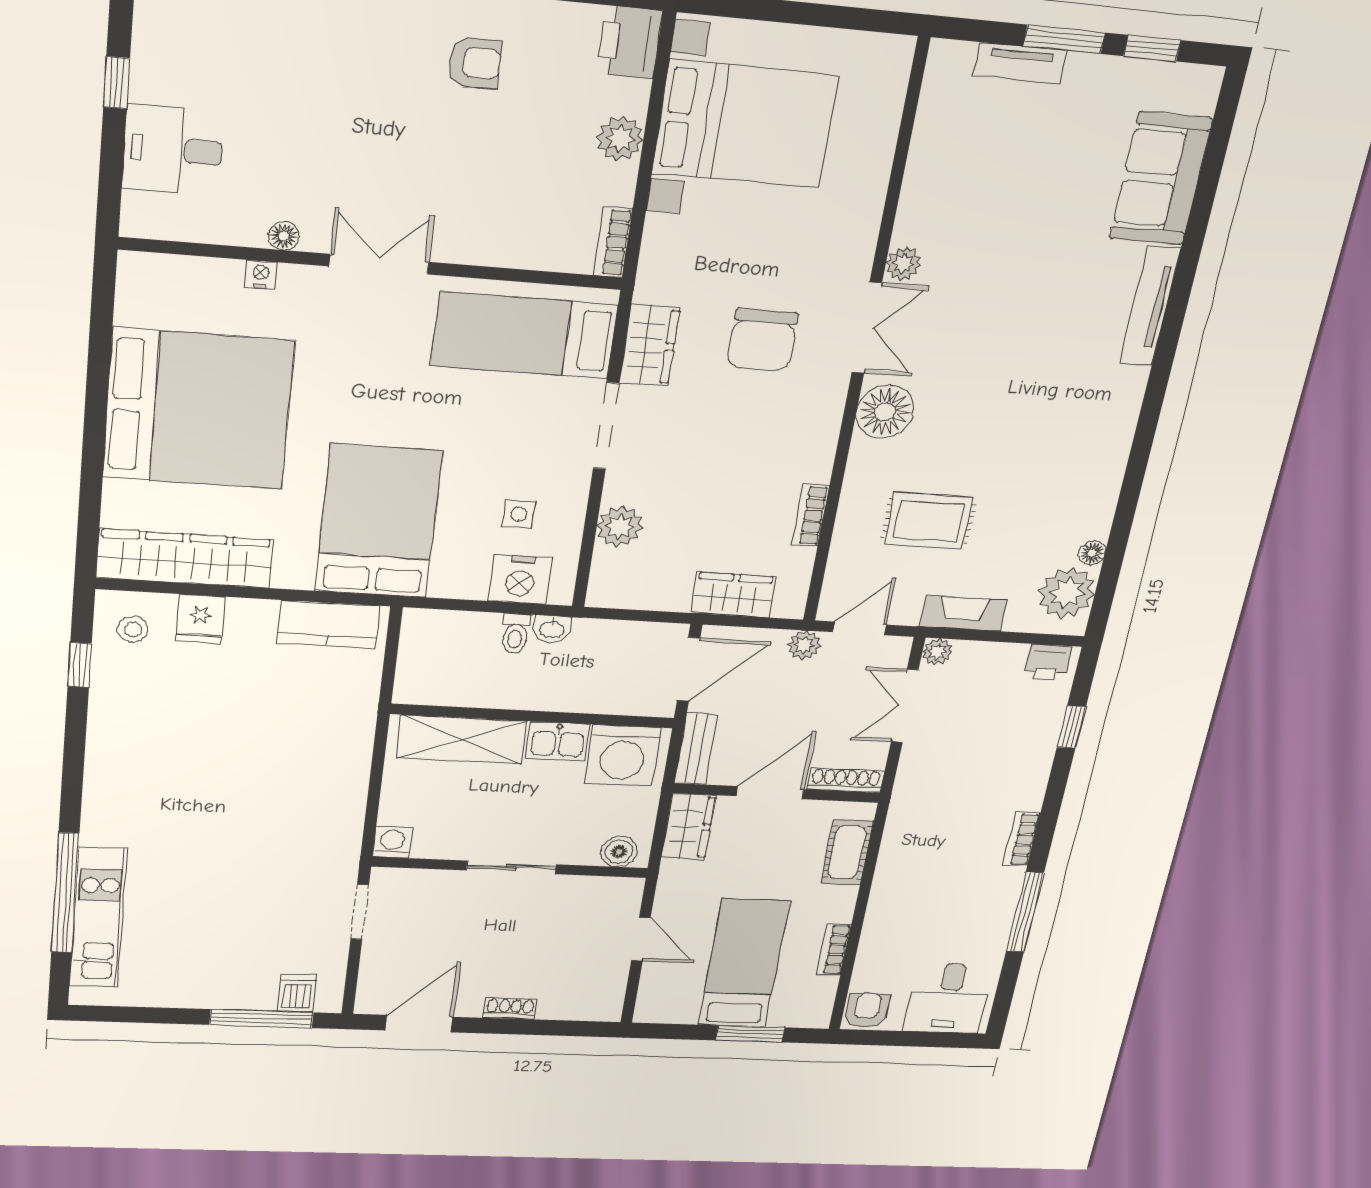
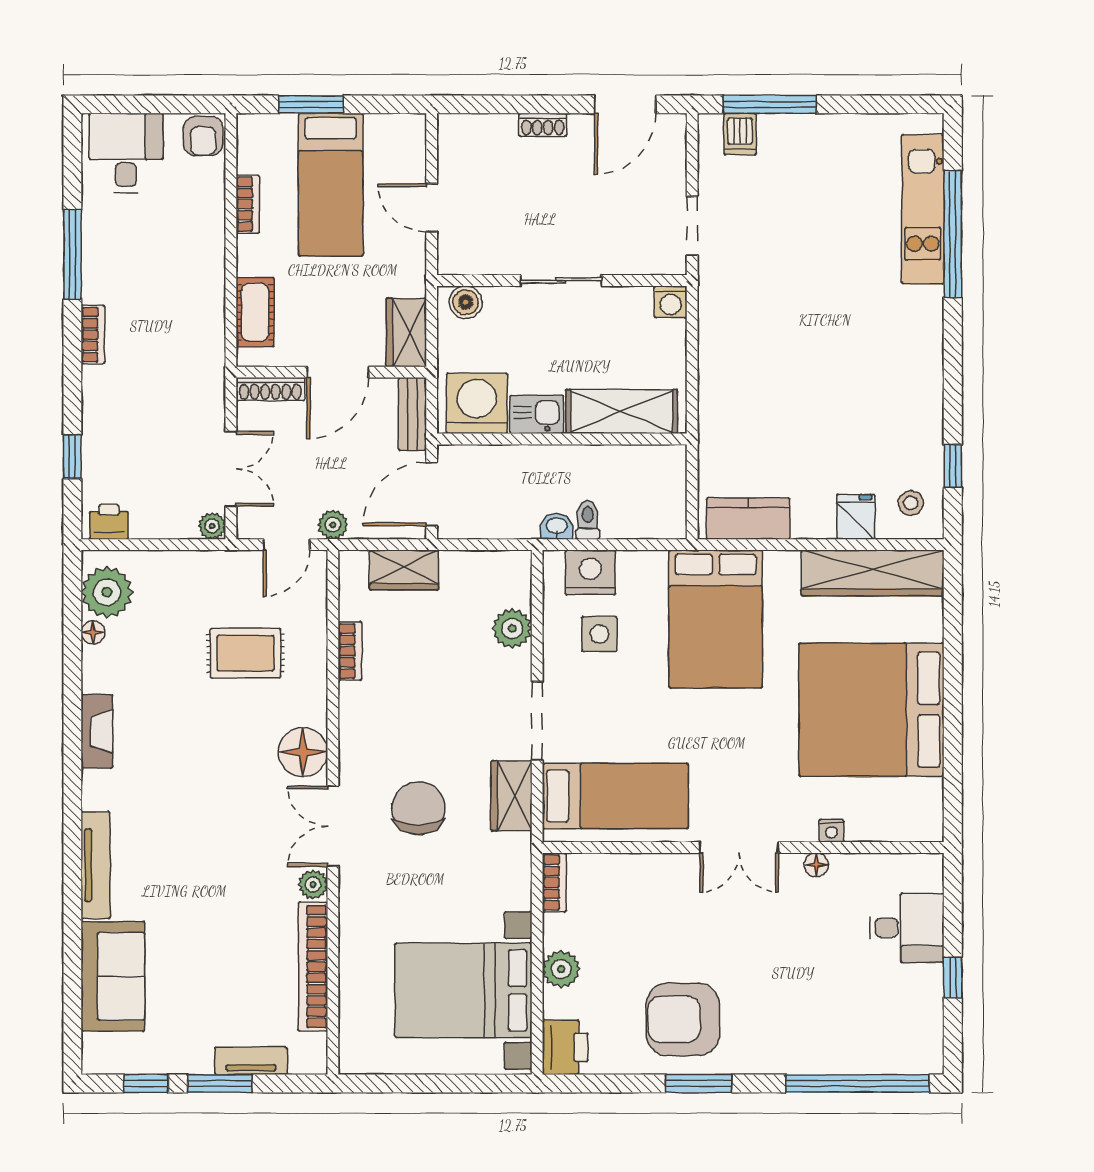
armchair: (475, 63) -> (683, 1019), width x1.88, depth x1.88
bookcase: (923, 169) -> (313, 967), added
side table: (519, 514) -> (599, 634), width x1.37, depth x1.37
fireplace: (963, 613) -> (97, 731), moved, turned -90

